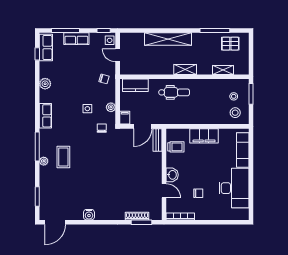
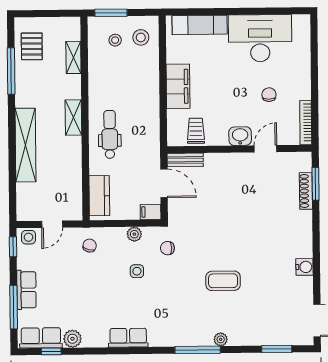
plant: (45, 84) -> (72, 339), moved
row of seats: (45, 116) -> (128, 338), moved
coffee table: (63, 157) -> (223, 281), moved

